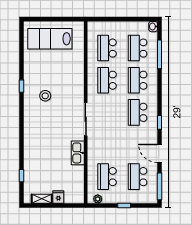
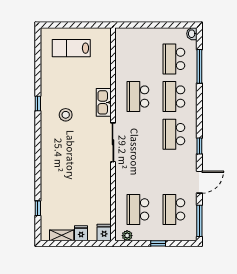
lab bench: (50, 39) -> (71, 48), width x0.73, depth x0.72
school desk: (107, 48) -> (138, 59), removed
kitchen sink: (78, 153) -> (104, 102), moved
door: (159, 153) -> (199, 182), swing flipped
fridge: (78, 196) -> (104, 232), added

